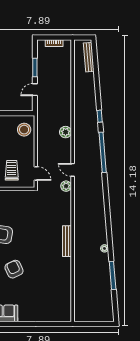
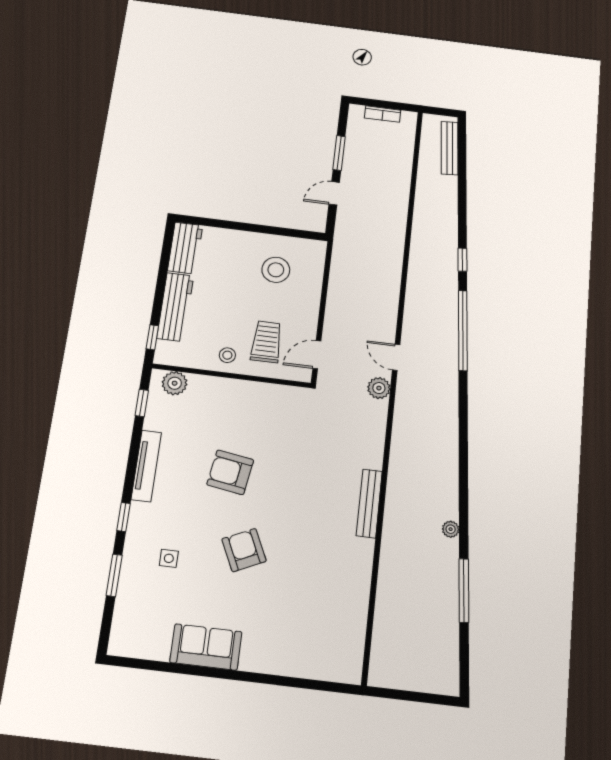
stool: (24, 130) -> (276, 270), moved
plant: (66, 132) -> (389, 281), removed
door: (36, 173) -> (317, 355), swing flipped

